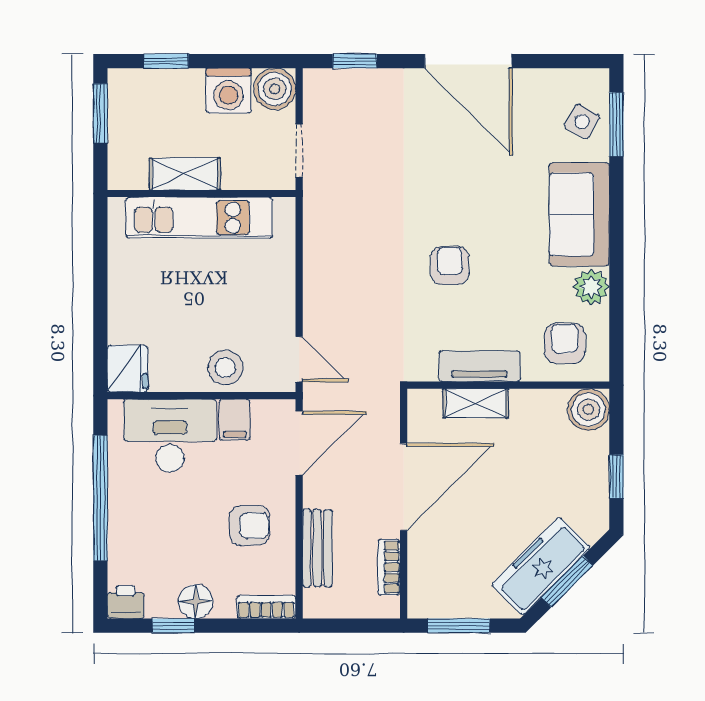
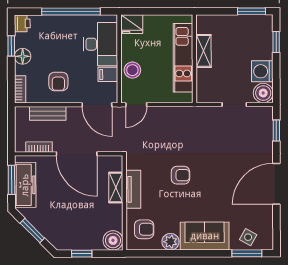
shelving: (185, 174) -> (204, 51), moved
wall: (202, 194) -> (194, 59), moved
kitchen unit: (199, 218) -> (183, 58), moved
freezer: (541, 566) -> (25, 185), moved, turned 45

